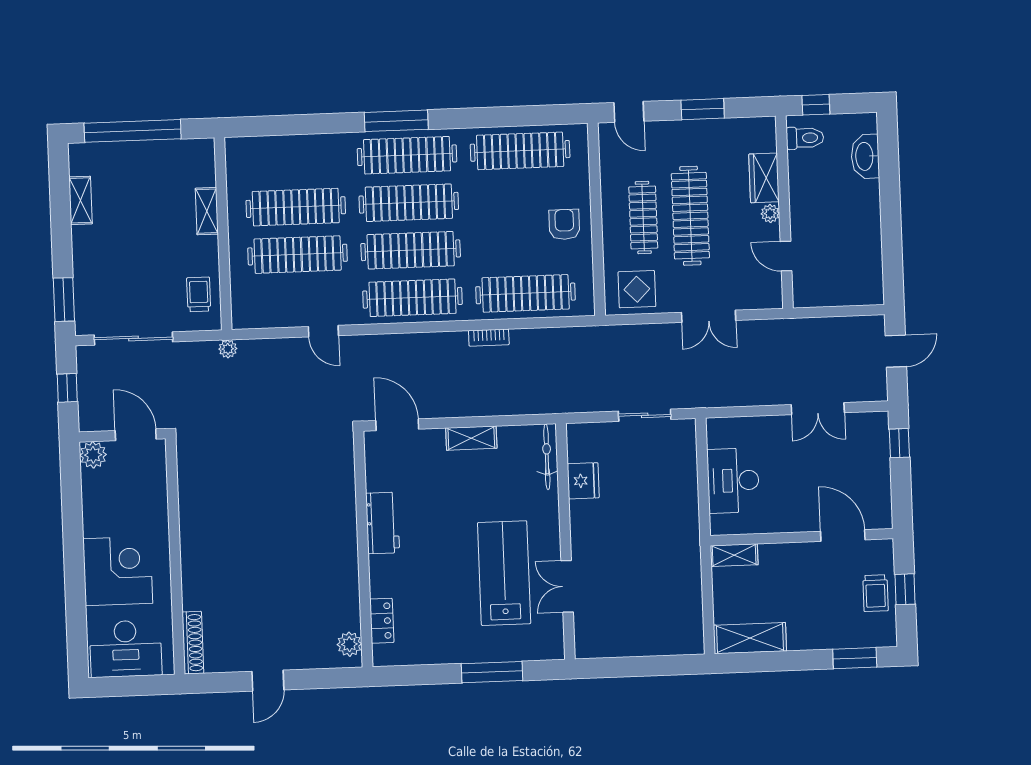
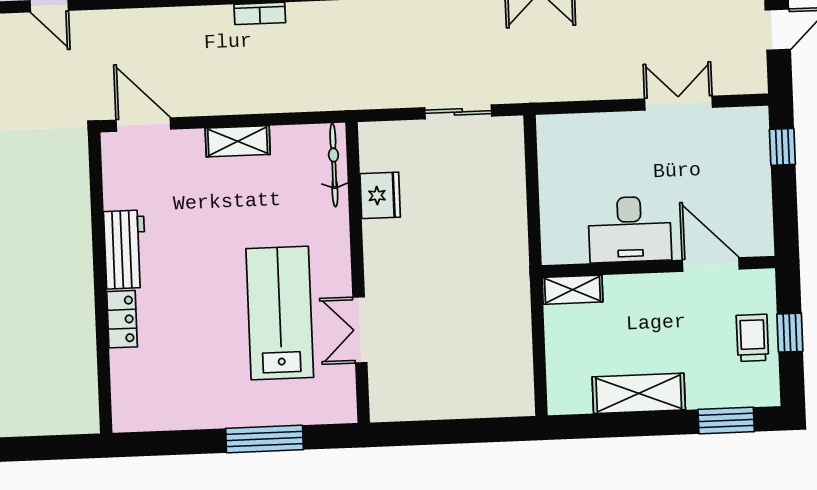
double door: (818, 409) -> (678, 103), swing flipped
desk: (733, 481) -> (630, 229), moved, turned -90
trolley: (876, 593) -> (752, 338), turned 180
locker: (382, 621) -> (122, 319), moved
shelving: (750, 638) -> (639, 393), moved
plant: (349, 644) -> (83, 404), removed

